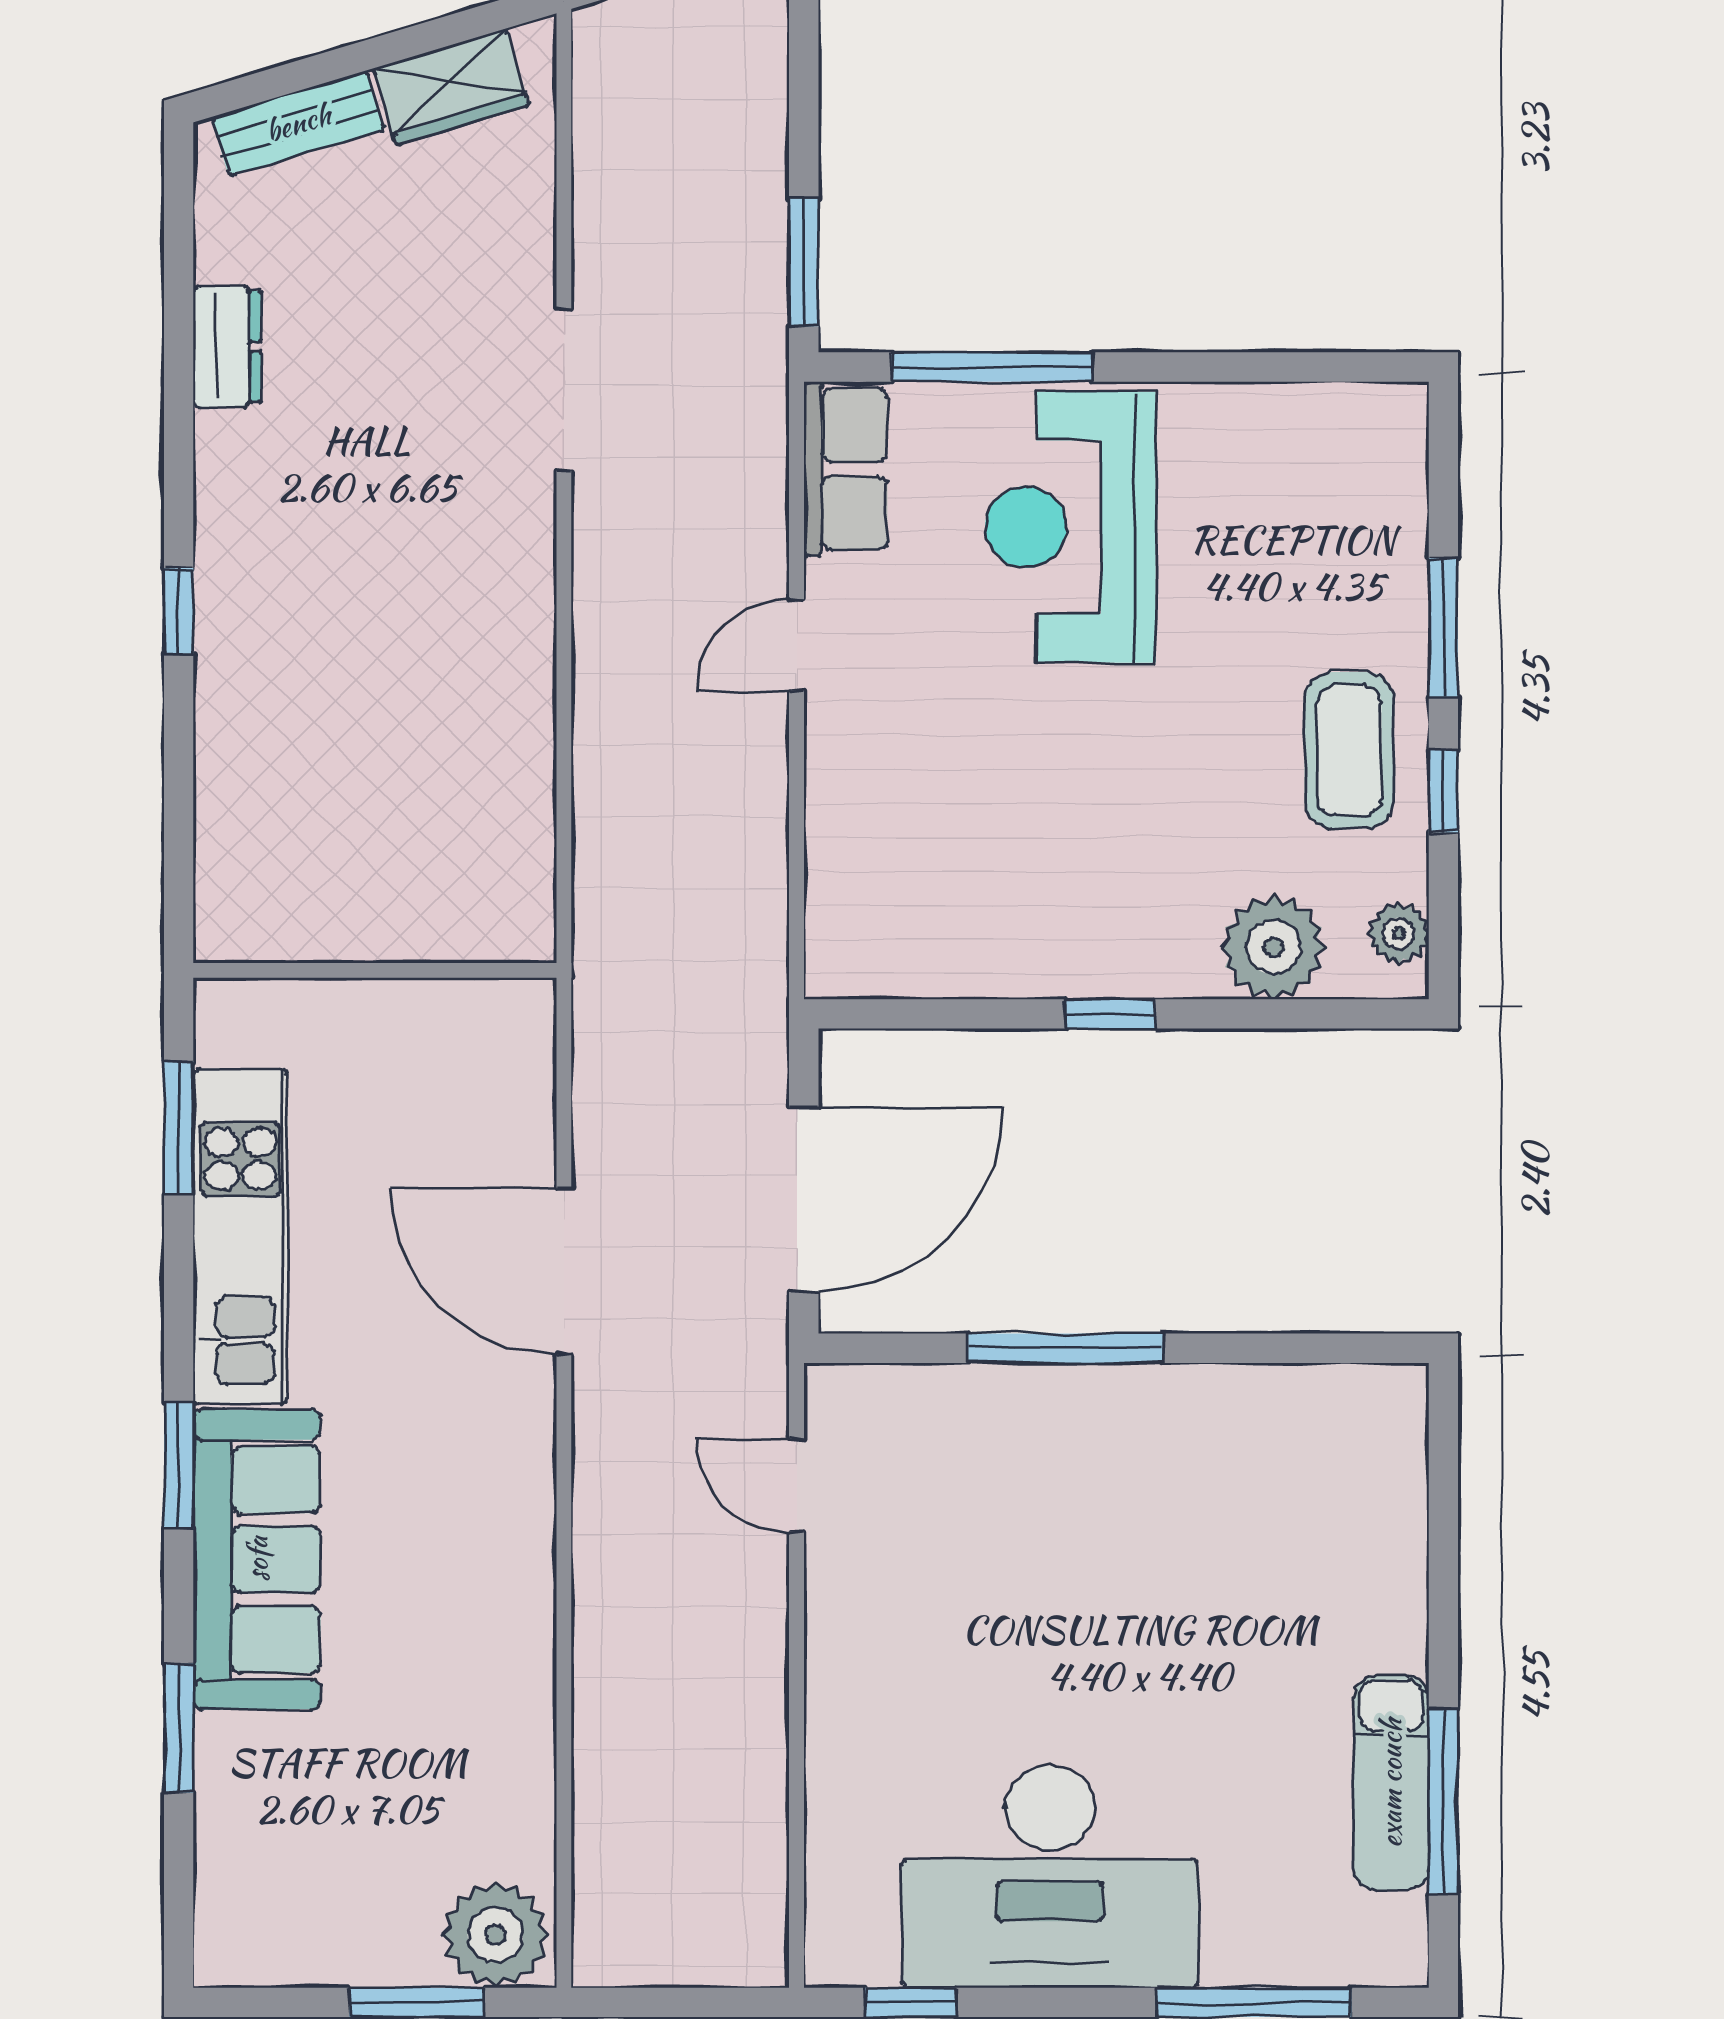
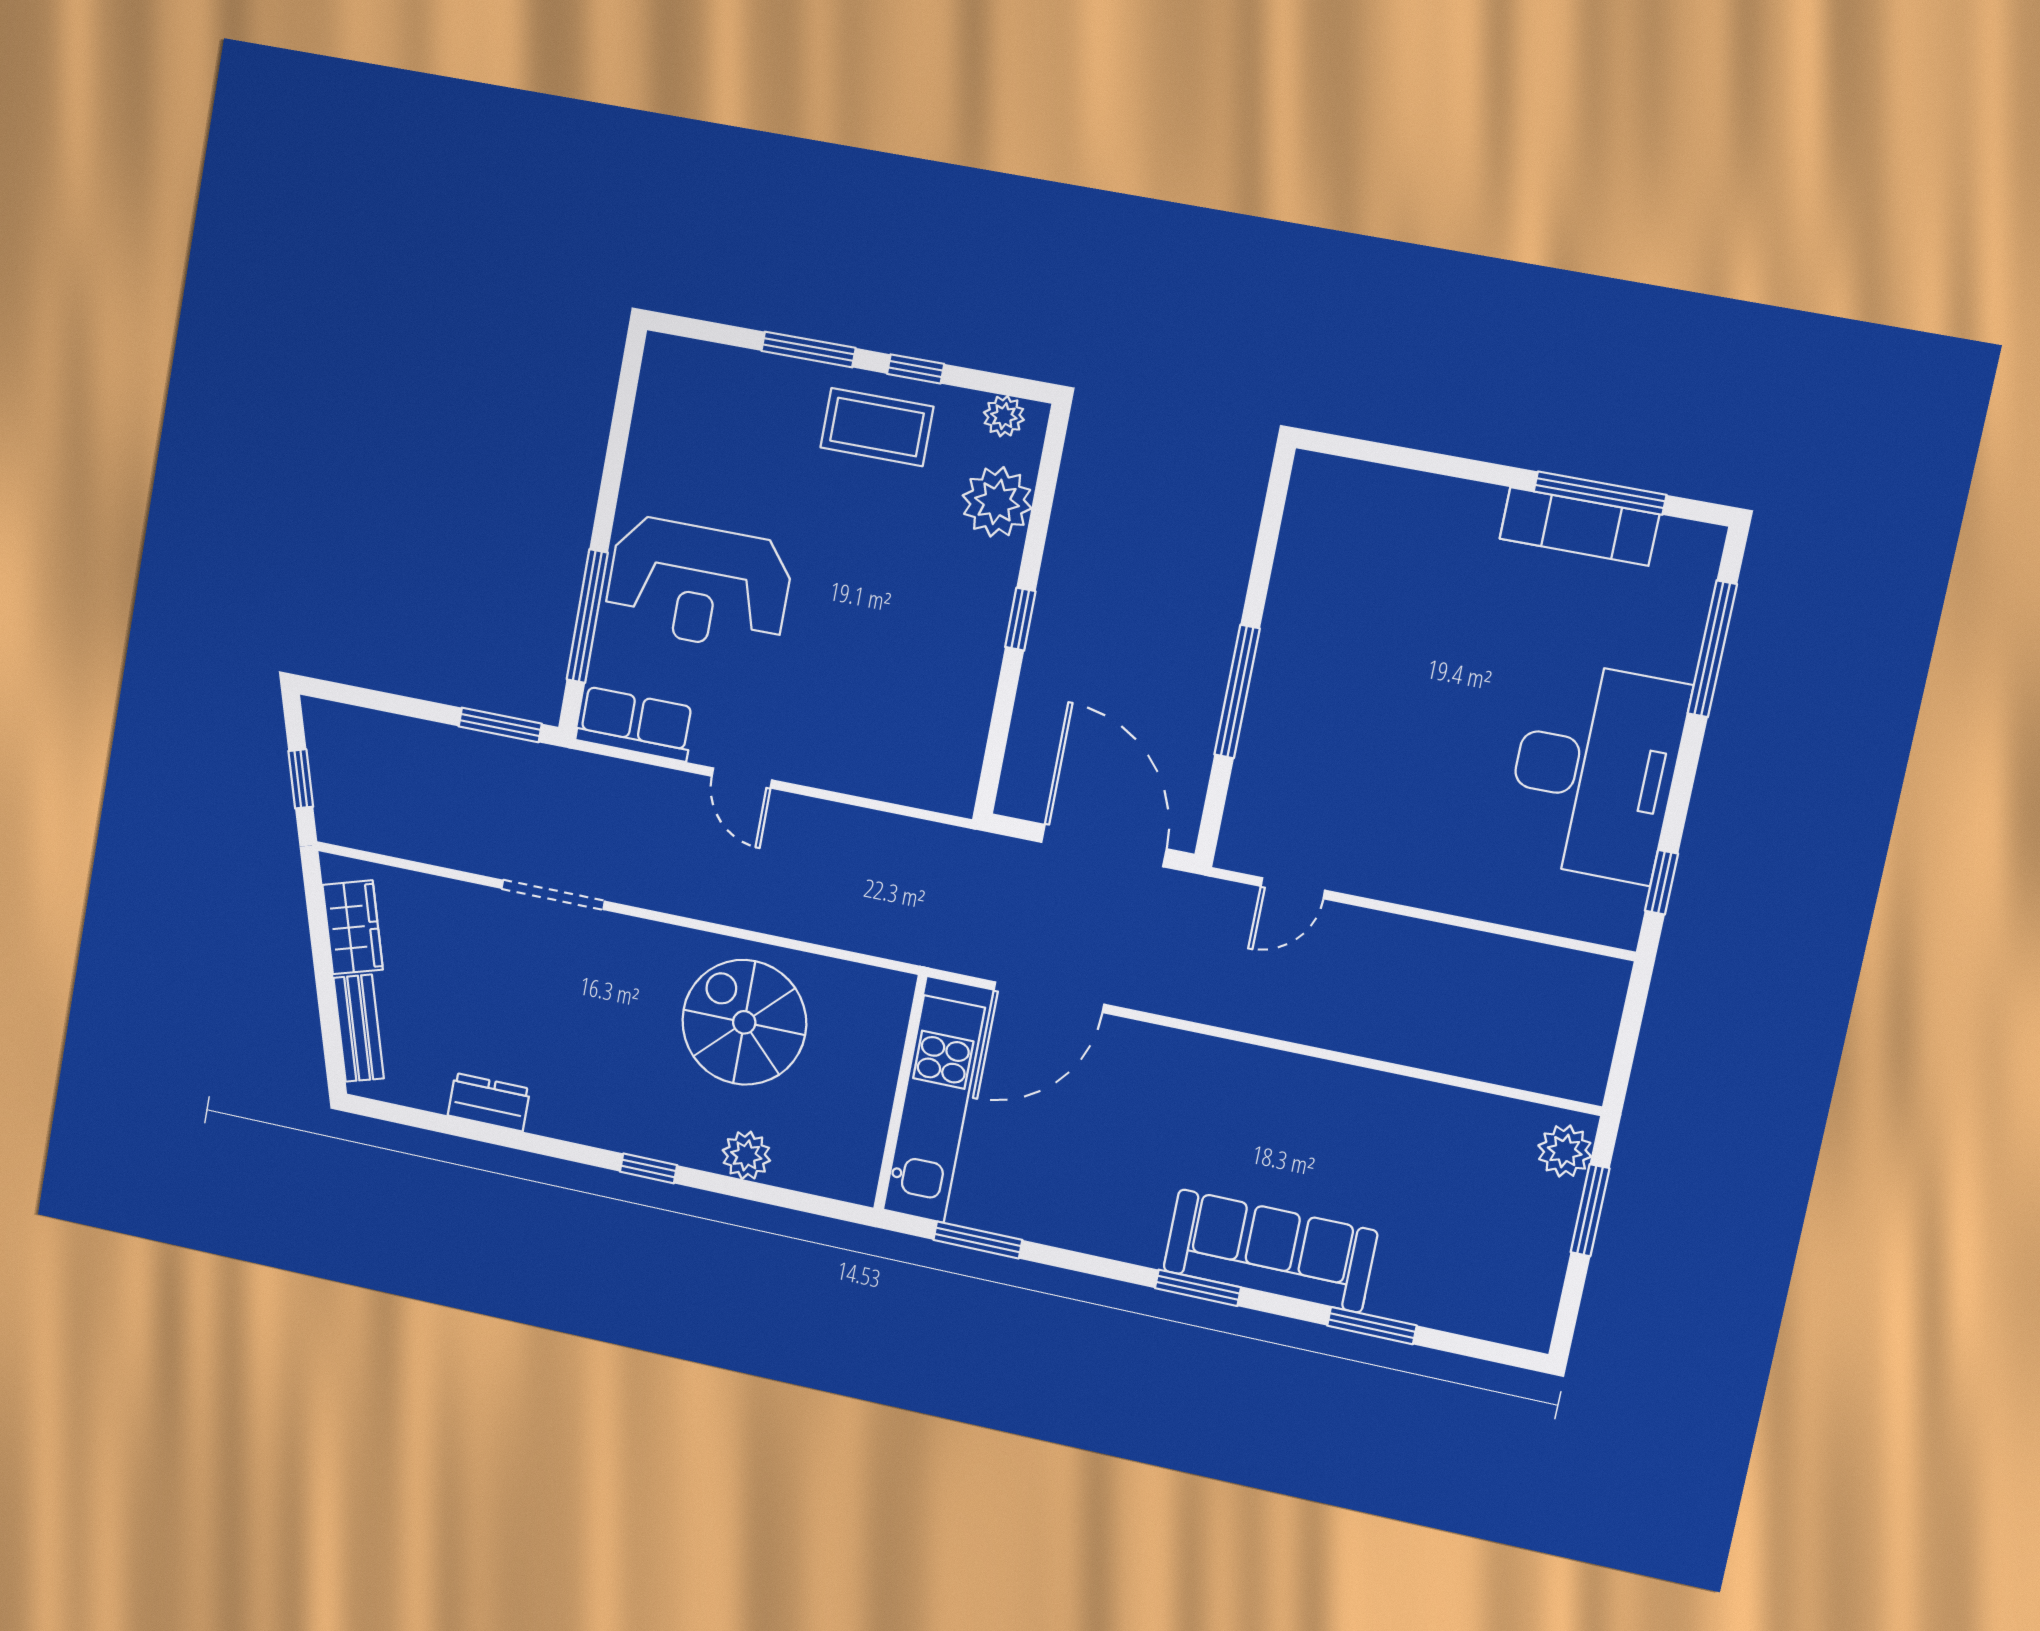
spiral stairs: (432, 716) -> (744, 1022), added
plant: (231, 756) -> (746, 1155), added
kitchen unit: (241, 1236) -> (934, 1109), moved, turned 90
door: (564, 1271) -> (1049, 997), moved
plant: (495, 1935) -> (1565, 1151), width x0.73, depth x0.73

